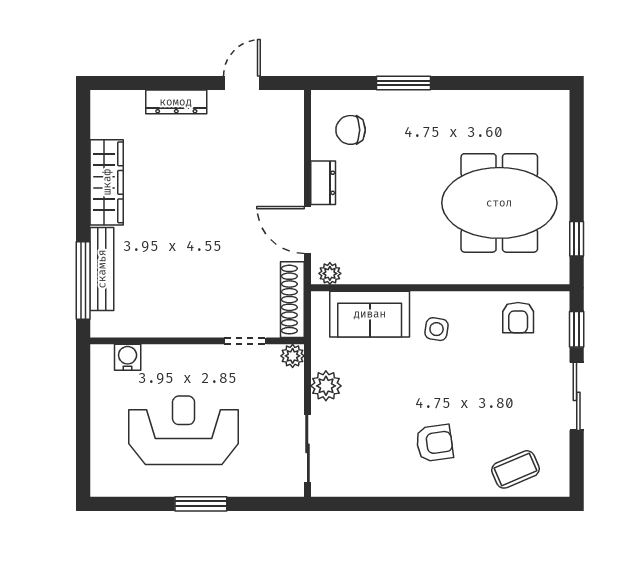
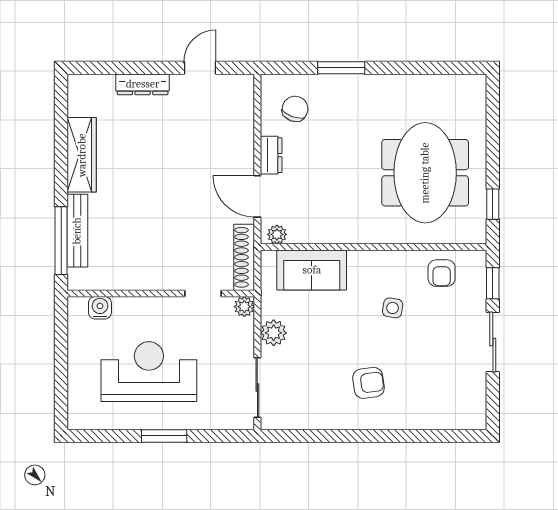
chair: (351, 130) -> (295, 109), turned 110
meeting table: (499, 203) -> (425, 173), turned 90
side table: (437, 329) -> (393, 308), moved
coffee table: (515, 469) -> (439, 406), removed

